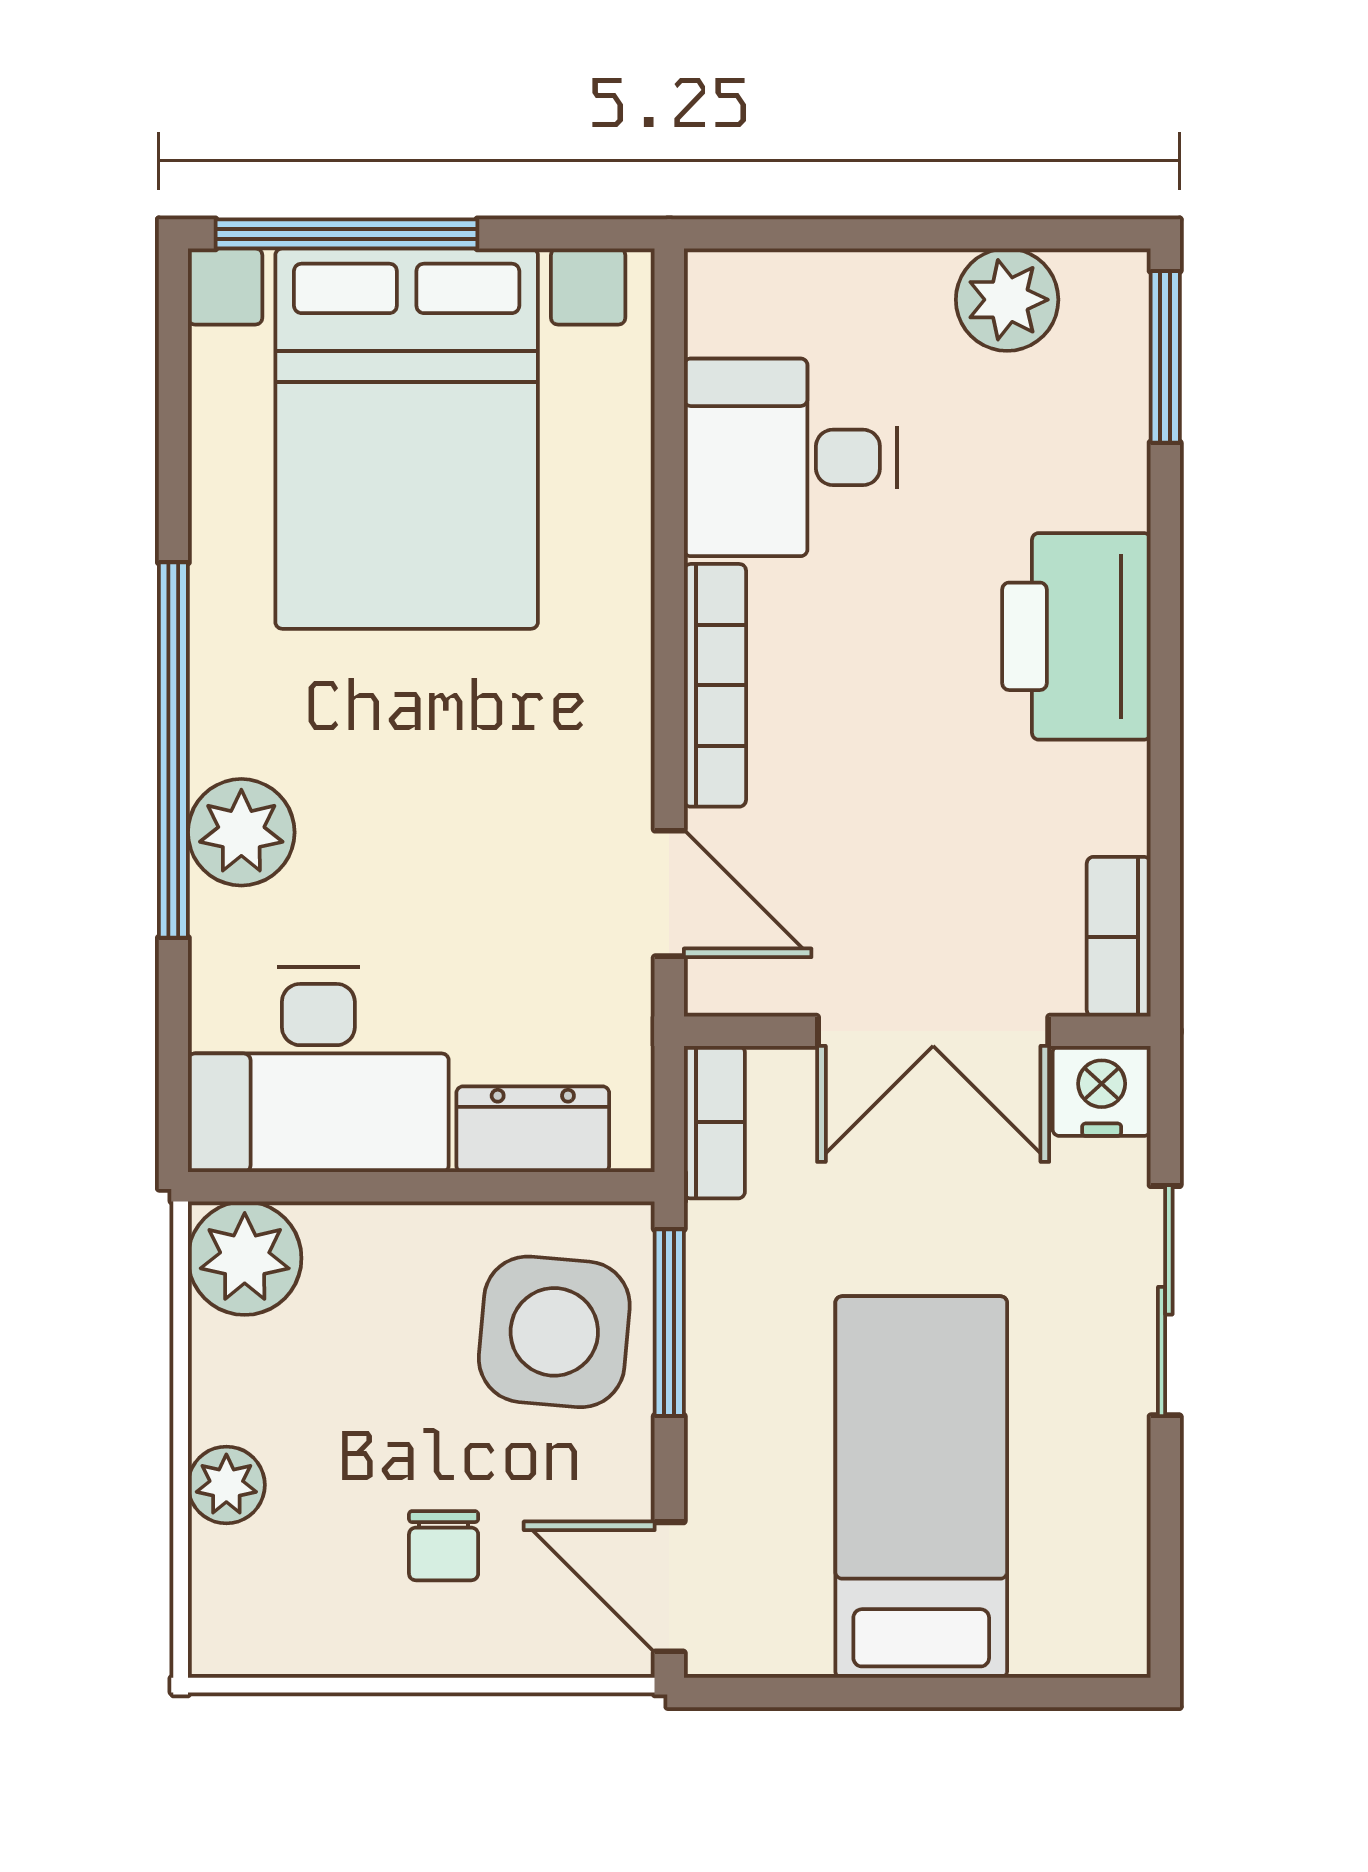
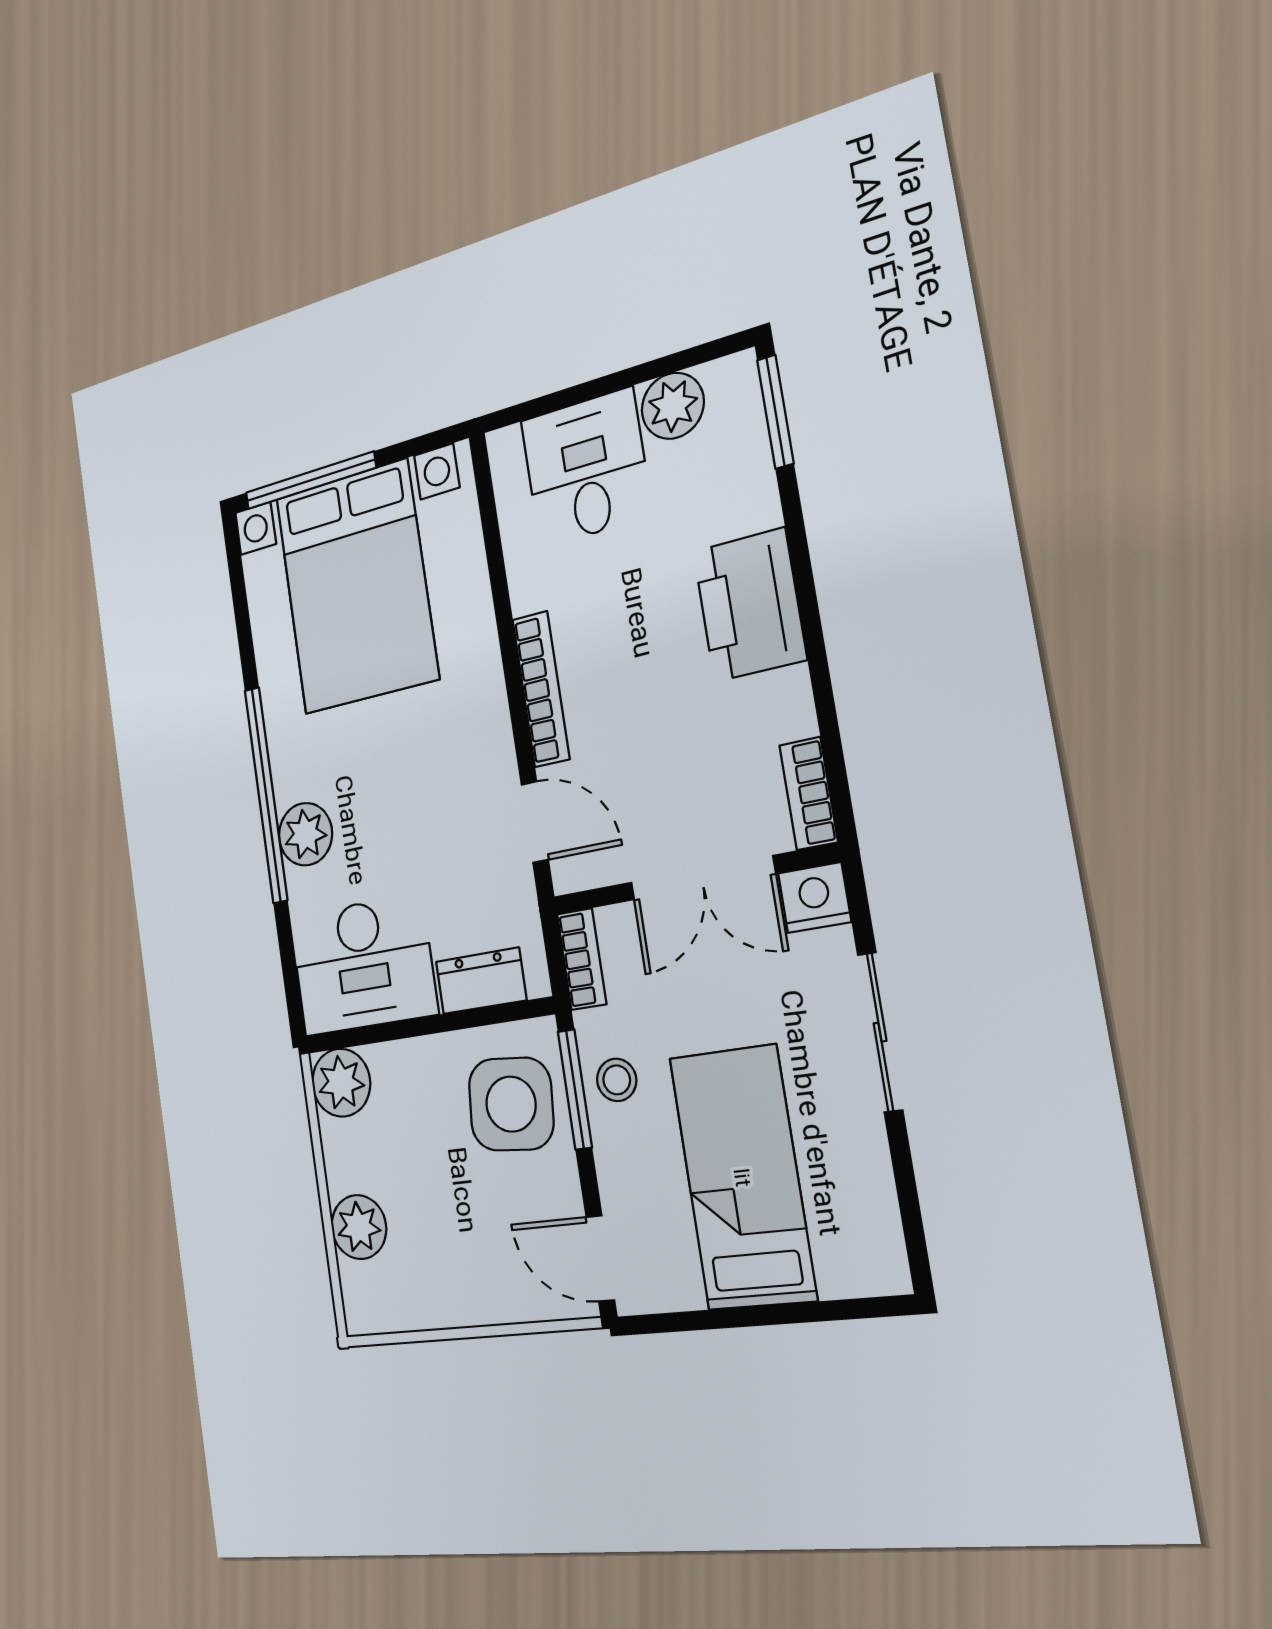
desk: (790, 457) -> (586, 468), moved, turned 90
stool: (742, 1317) -> (617, 1080), added
plant: (226, 1485) -> (359, 1227), width x1.38, depth x1.38
chair: (444, 1546) -> (469, 1244), removed

